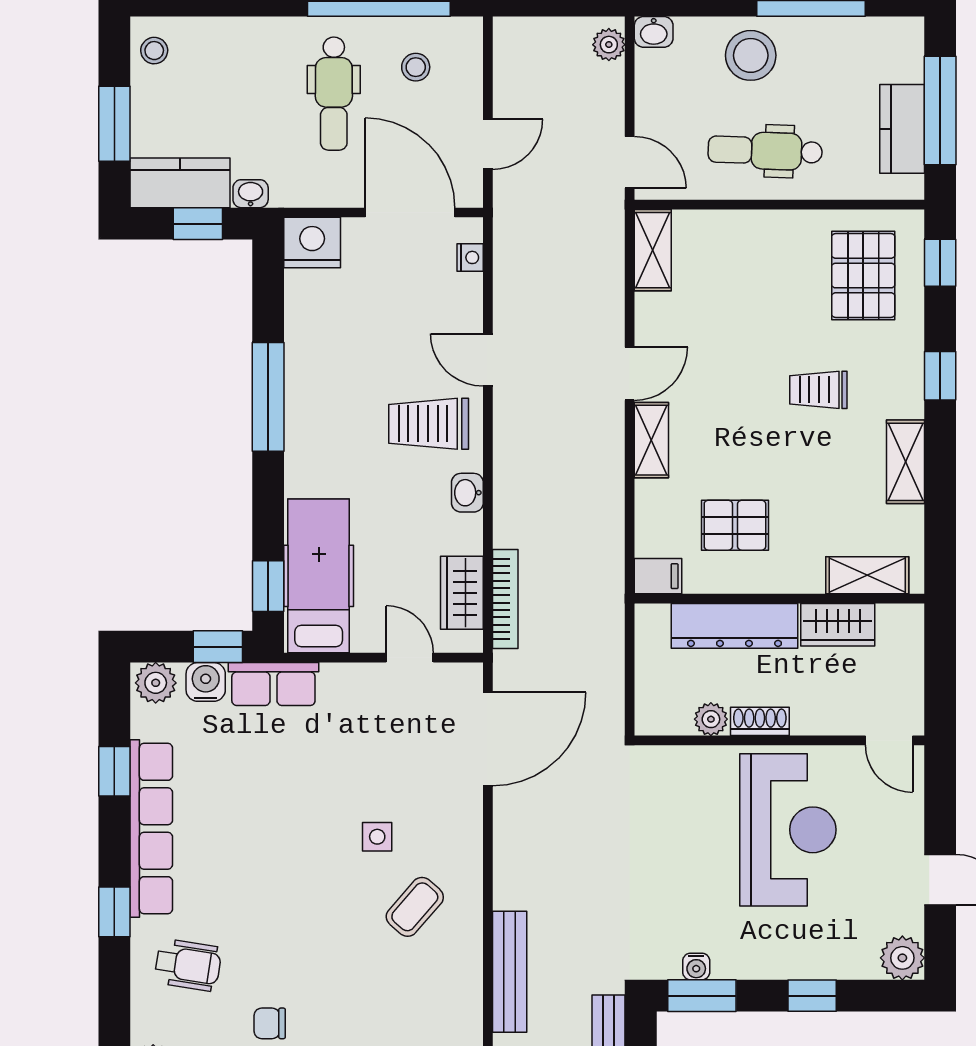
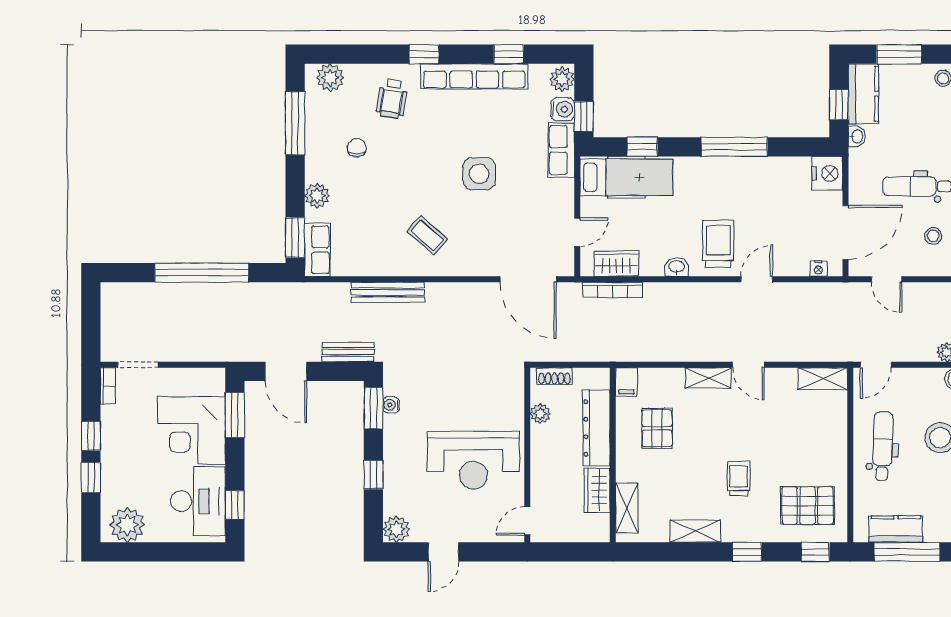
window: (268, 586) -> (642, 147), moved
shoe rack: (760, 721) -> (554, 376), moved, turned 90
side table: (377, 837) -> (479, 174), moved, width x1.87, depth x1.87

